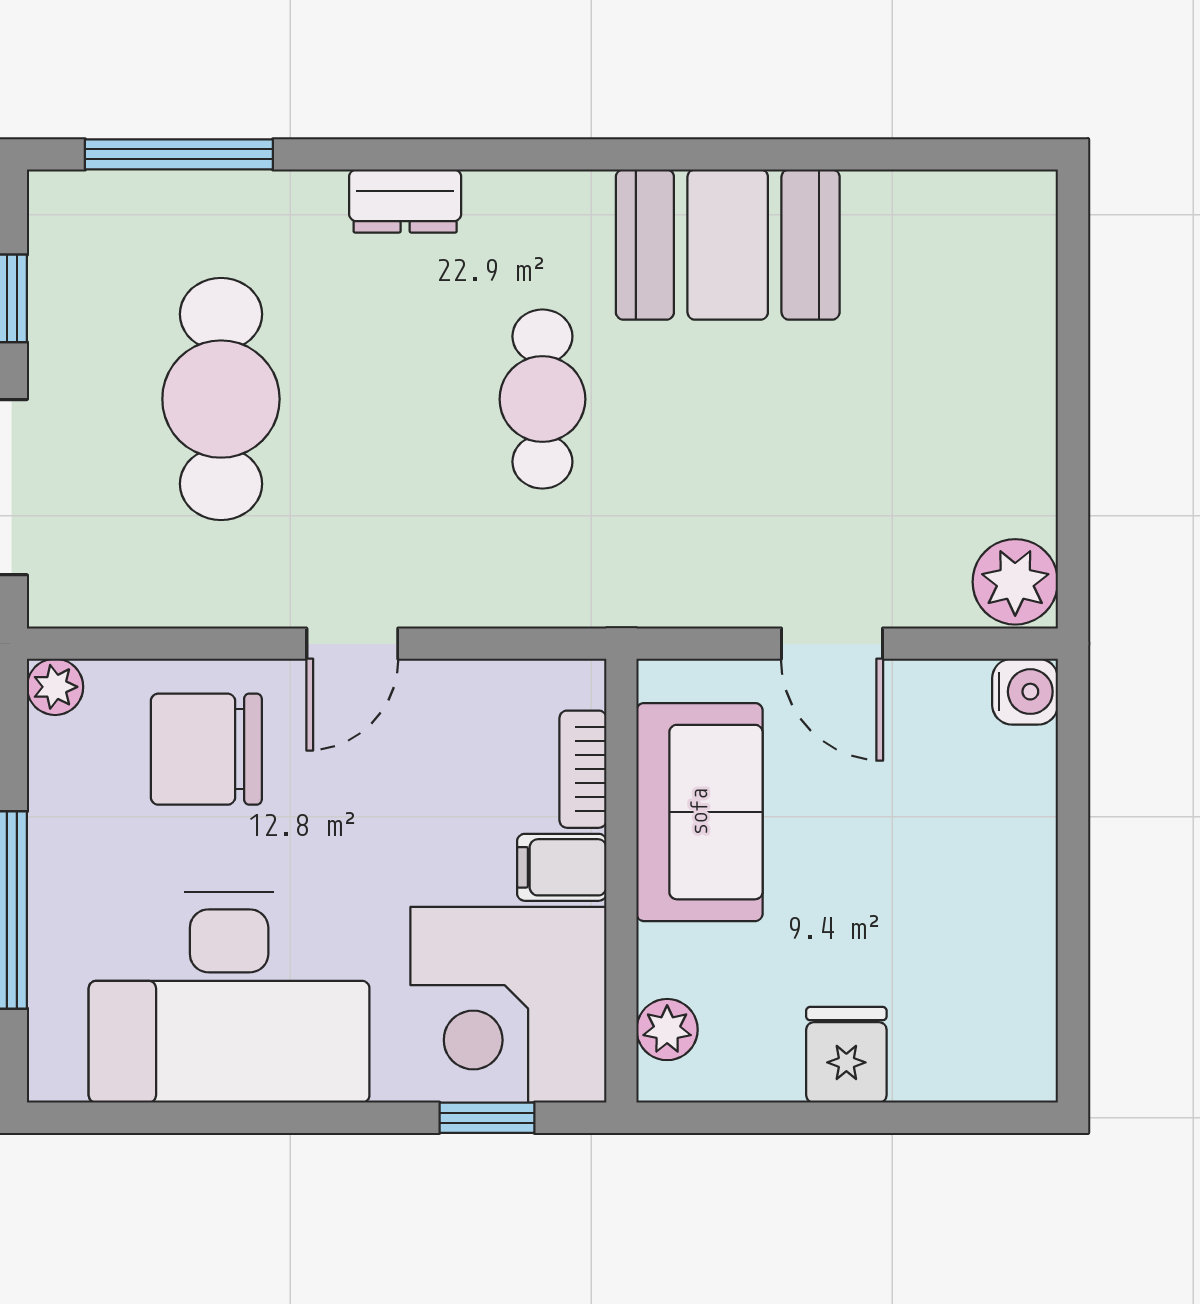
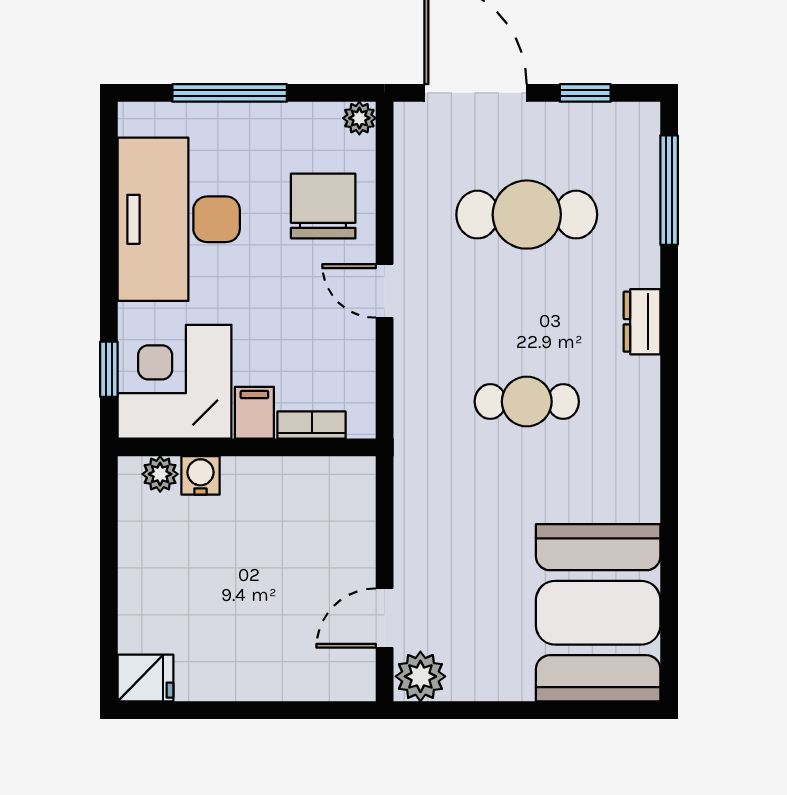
booth: (728, 245) -> (598, 613), moved, width x1.36, depth x1.42
door: (832, 644) -> (385, 618), moved
water cooler: (1025, 692) -> (200, 475), moved, turned 180
sofa: (700, 812) -> (287, 493), removed
fridge: (846, 1055) -> (145, 678), moved

